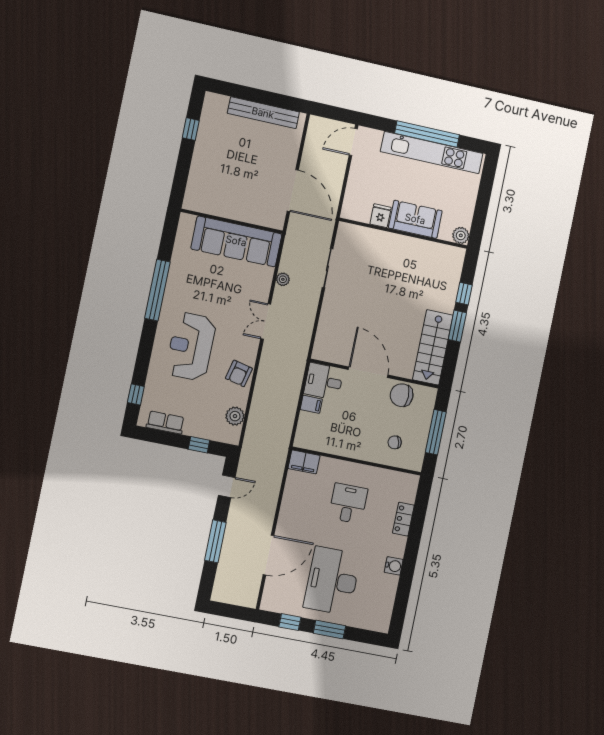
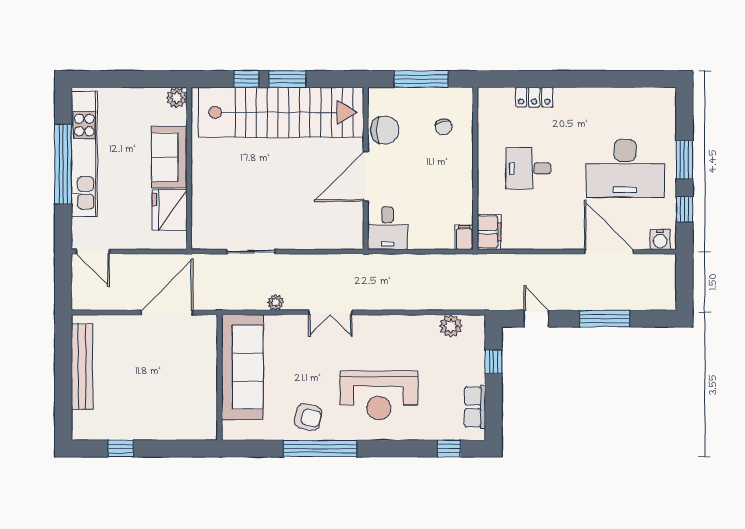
fridge: (381, 216) -> (170, 210), width x1.88, depth x1.34
stairs: (433, 347) -> (281, 112), width x1.86, depth x1.51
armchair: (239, 373) -> (308, 417), moved
chair: (402, 395) -> (385, 130), turned -90
filing cabinet: (311, 404) -> (464, 237), moved
water cooler: (394, 566) -> (660, 239), moved, turned 180

